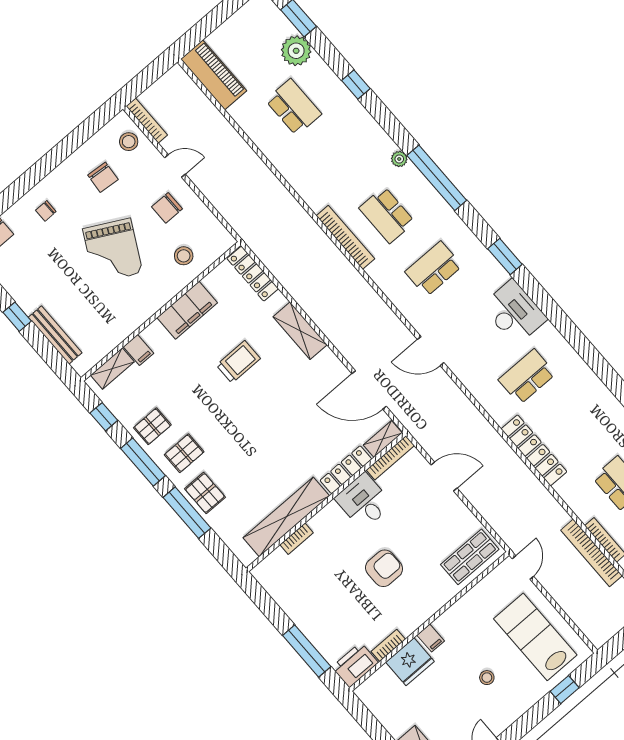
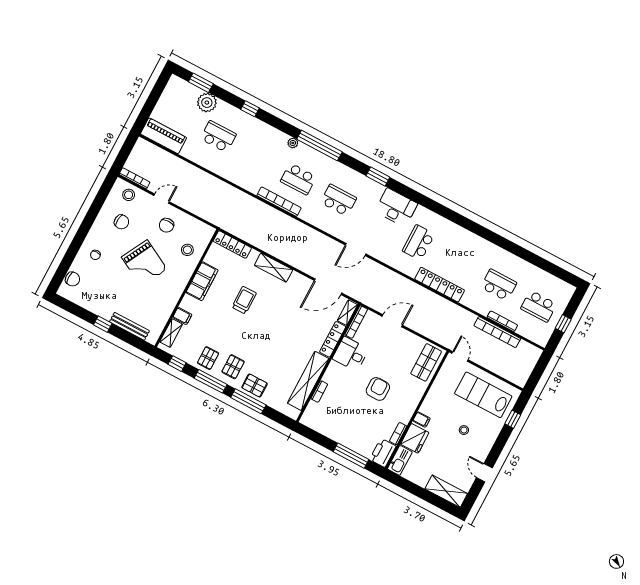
school desk: (434, 269) -> (338, 200), turned 90
kitchen sink: (376, 686) -> (400, 460), added

